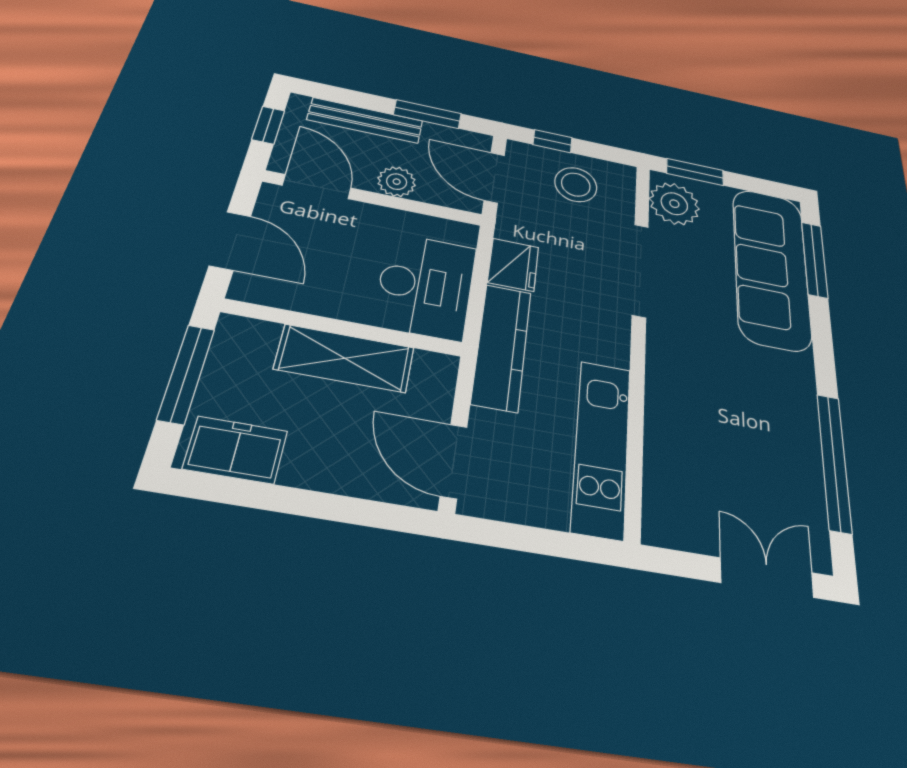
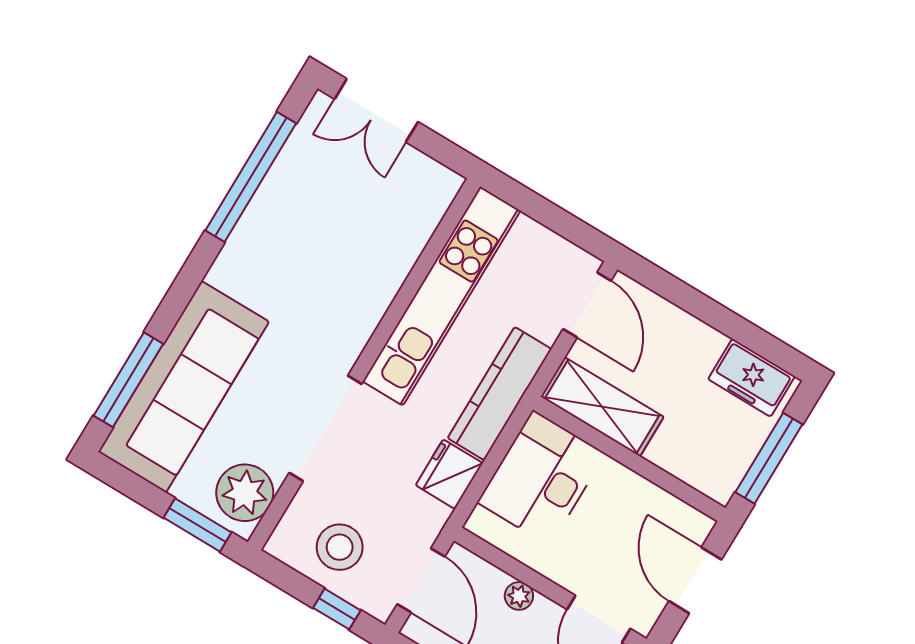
plant: (397, 182) -> (519, 596), width x0.73, depth x0.73
shelving: (345, 358) -> (602, 407), moved
kitchen unit: (602, 447) -> (442, 296), width x1.36

